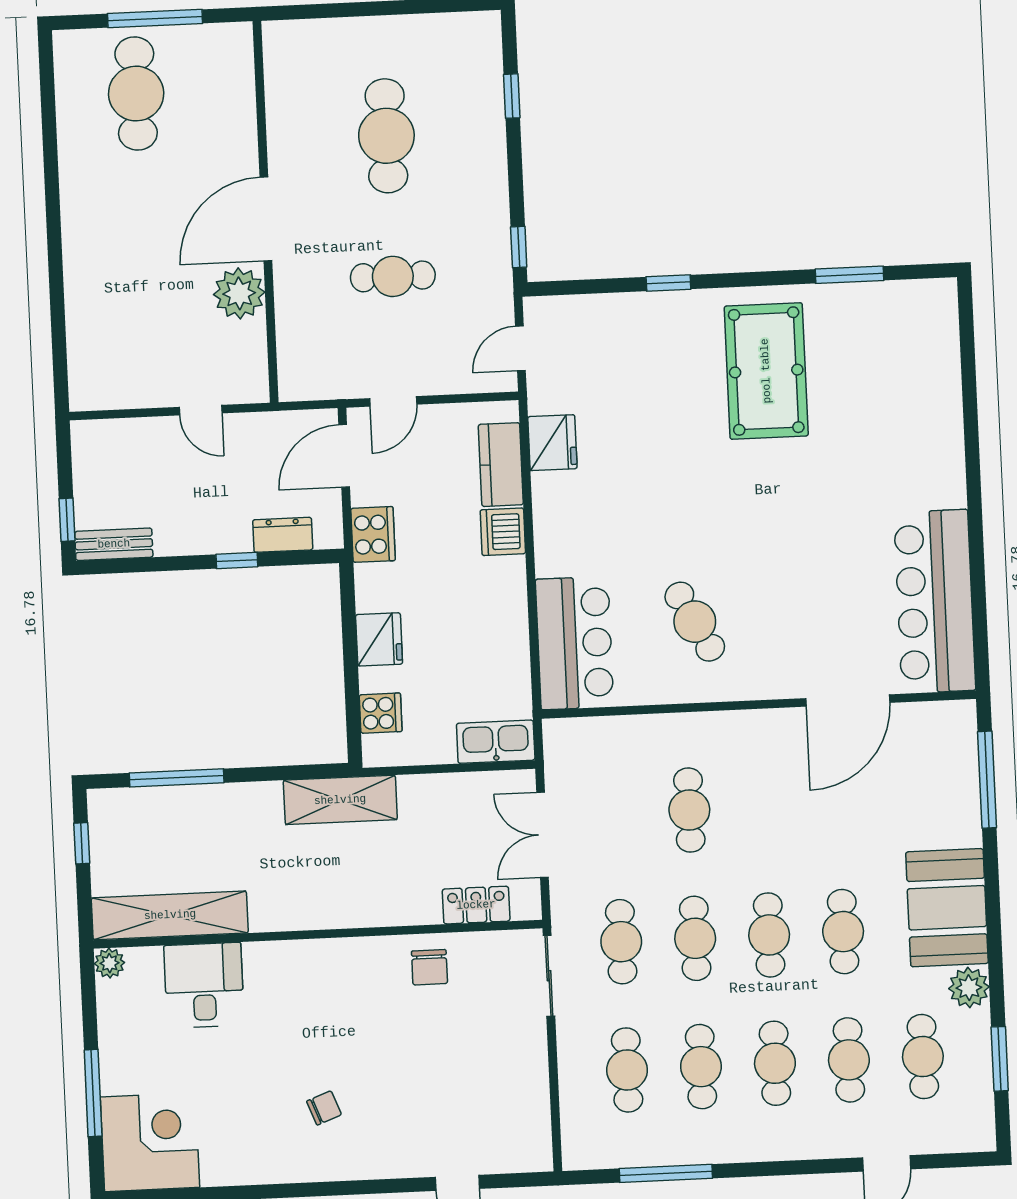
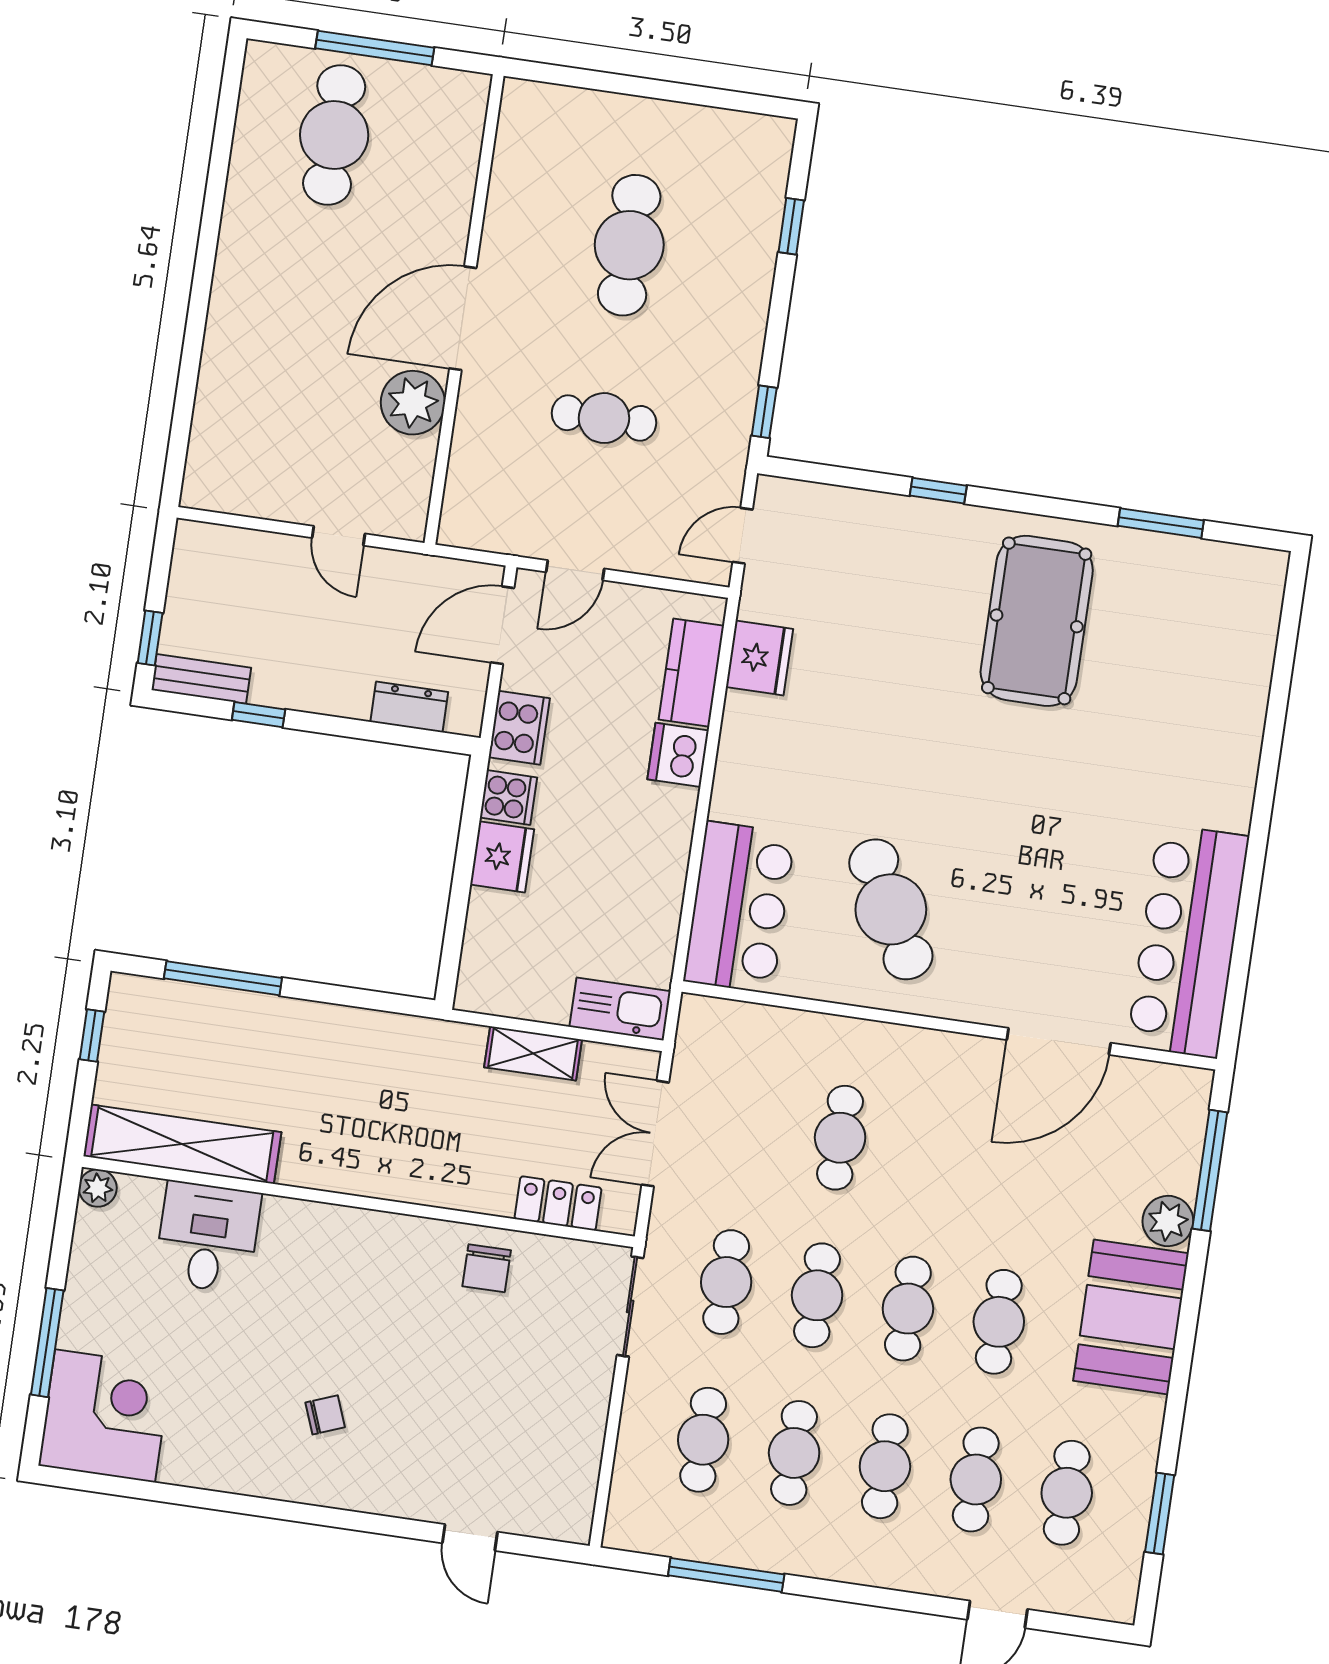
window: (237, 560) -> (259, 715), moved
cafe table: (695, 622) -> (891, 909), width x1.37, depth x1.35
cooker: (381, 713) -> (508, 797), moved
shelving: (340, 800) -> (533, 1053), moved, width x0.67, depth x0.75
plant: (969, 988) -> (1168, 1221), moved

